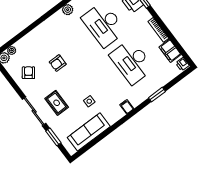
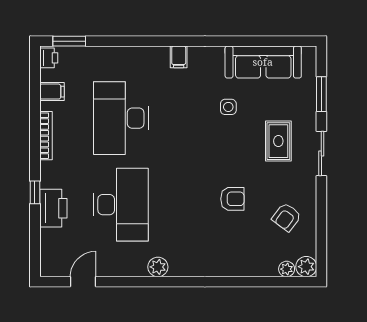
filing cabinet: (170, 51) -> (52, 92), width x0.50
desk: (132, 62) -> (121, 118), turned 180
window: (157, 95) -> (69, 41), moved
sliding door: (34, 111) -> (321, 154), width x0.73

